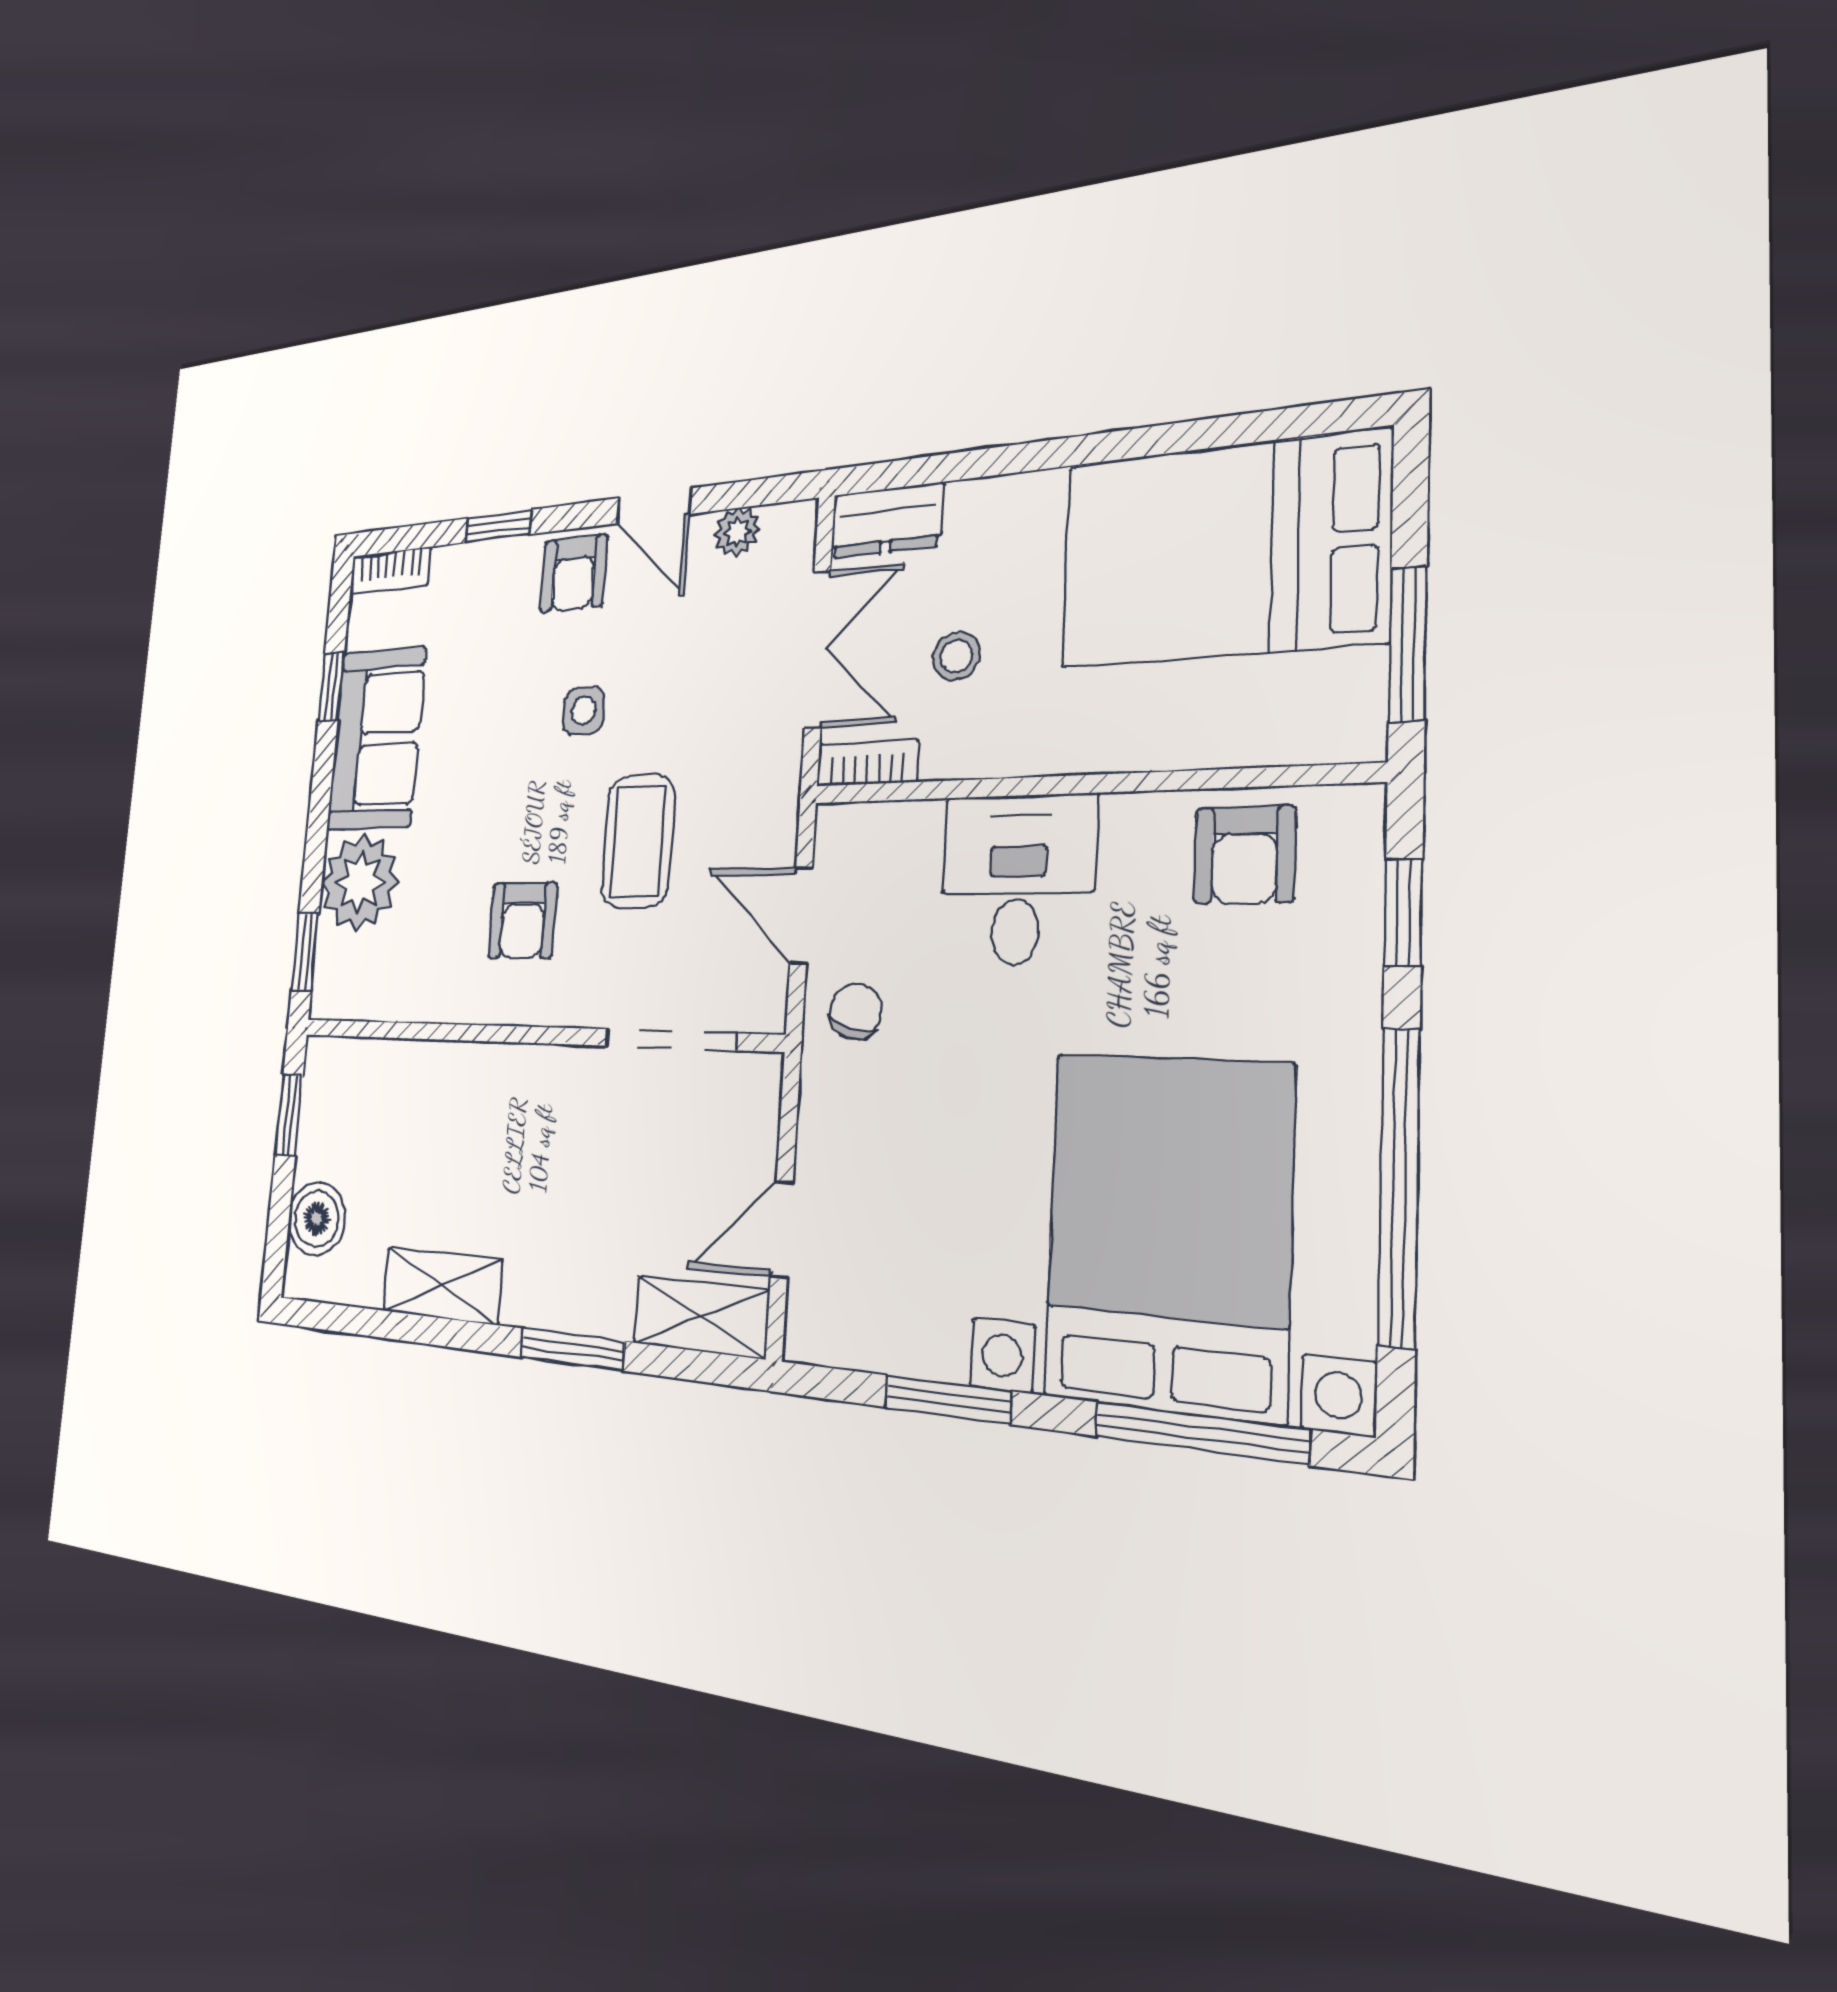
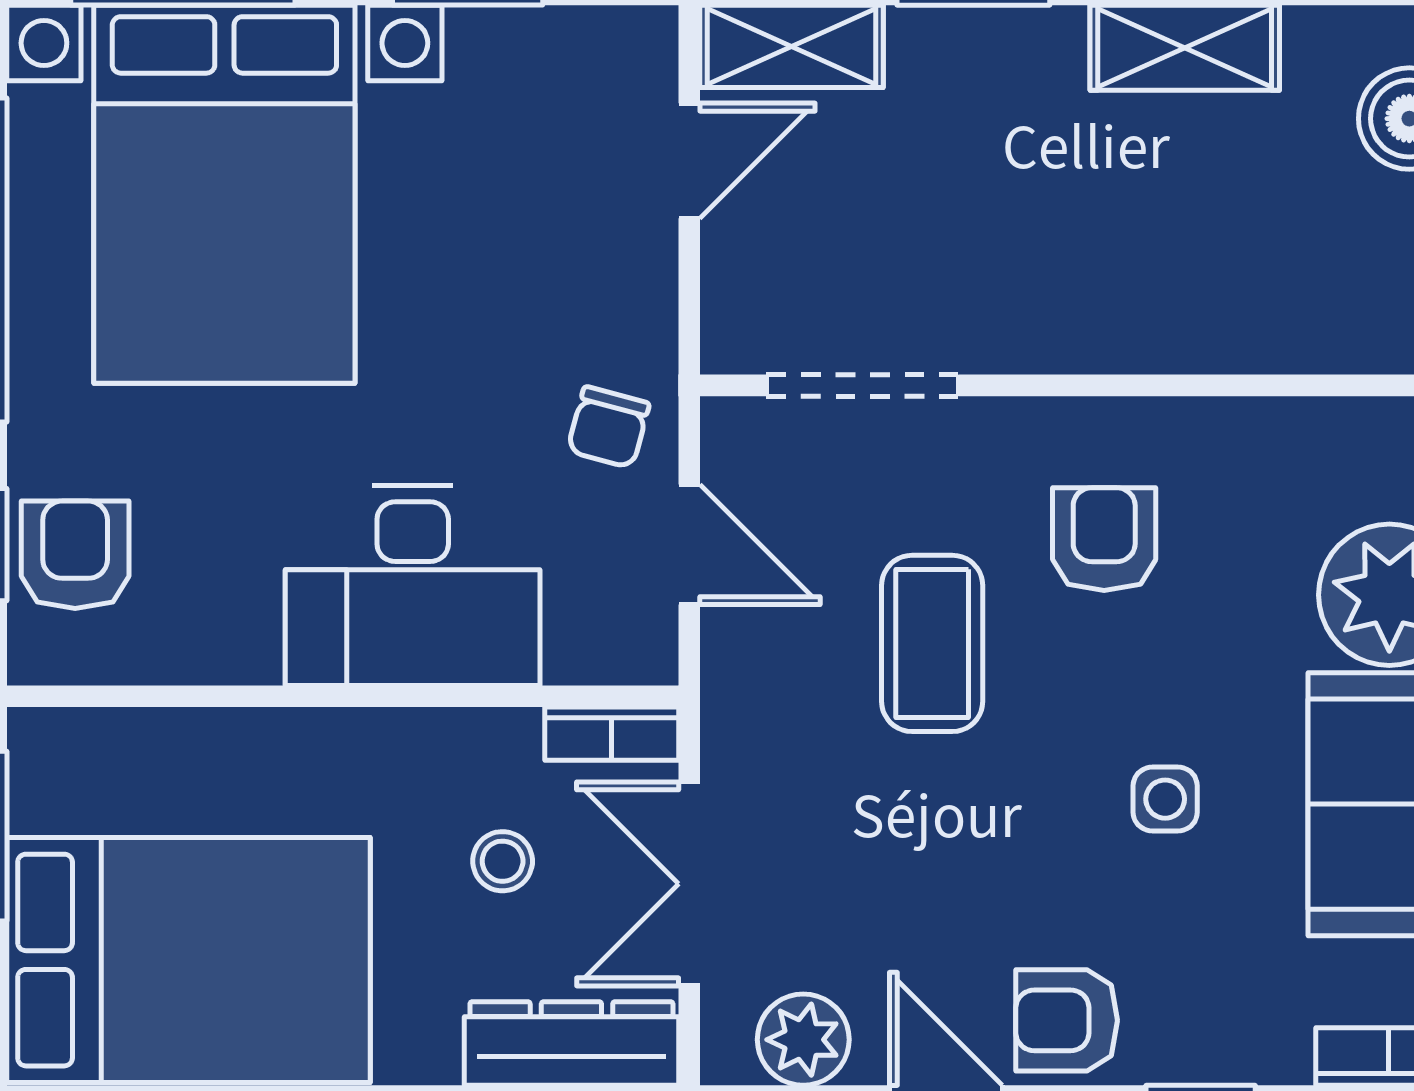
dresser: (887, 521) -> (571, 1043), width x1.44
plant: (737, 532) -> (803, 1040), width x1.38, depth x1.38
armchair: (574, 574) -> (1067, 1020), turned -90
side table: (583, 710) -> (1165, 799), moved
armchair: (1244, 855) -> (75, 555), moved
desk: (1017, 880) -> (413, 586), width x1.37

